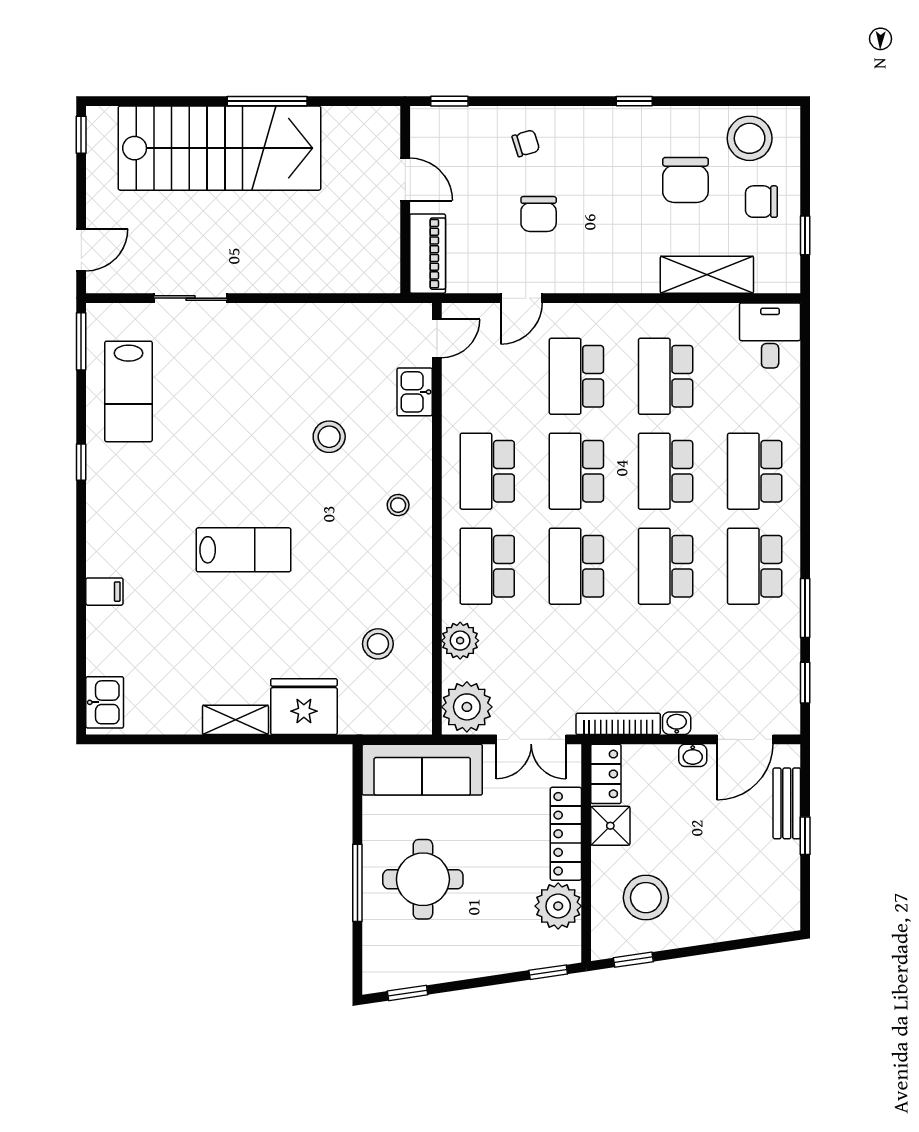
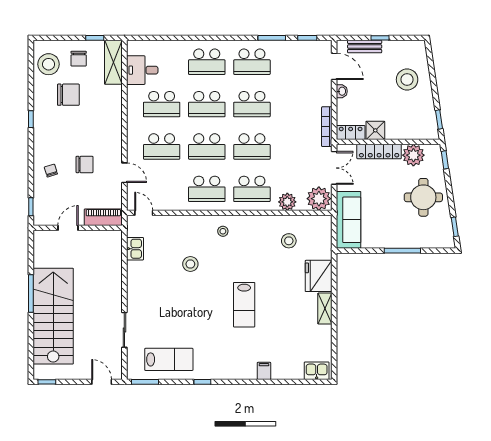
shelving: (707, 275) -> (113, 62), moved
desk: (770, 336) -> (142, 70), moved
kitchen sink: (415, 392) -> (135, 249), moved, turned -90
lab bench: (244, 550) -> (244, 305), turned 180
washbasin: (677, 723) -> (327, 99), removed
round table: (423, 879) -> (423, 197), moved
stool: (646, 898) -> (407, 80), moved

